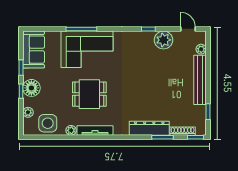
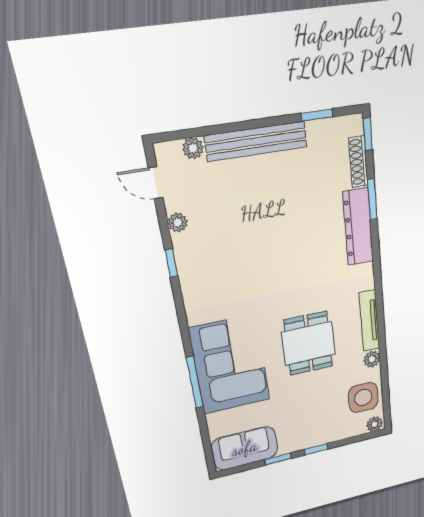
door: (188, 29) -> (156, 183), hinge flipped
plant: (164, 40) -> (178, 222), width x0.53, depth x0.53
floor lamp: (31, 88) -> (309, 436), removed
plant: (28, 112) -> (375, 424), moved

